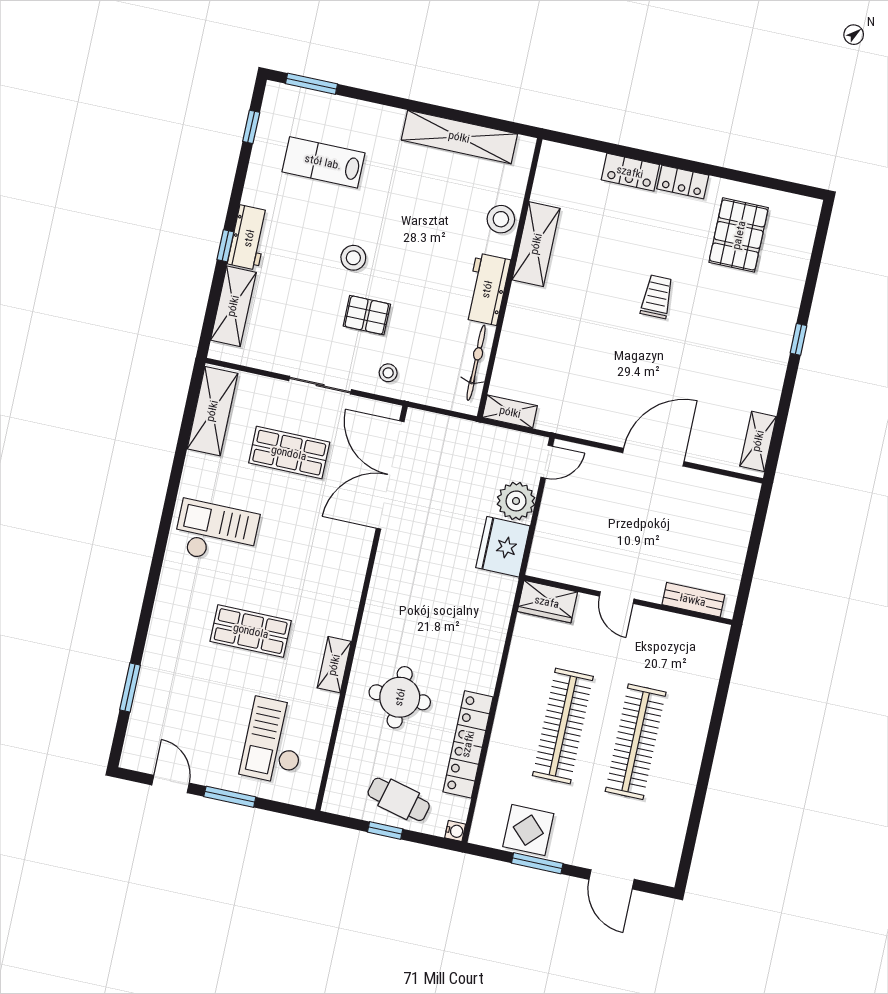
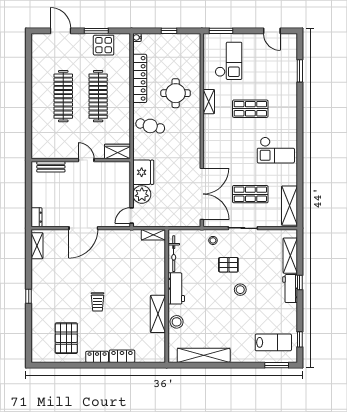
lab bench: (323, 162) -> (273, 342), moved
dresser: (746, 501) -> (36, 217), added
window: (230, 797) -> (221, 31), moved
cafe table: (399, 799) -> (150, 126), moved

